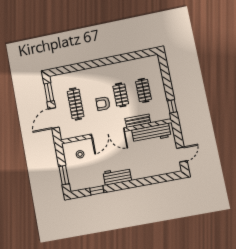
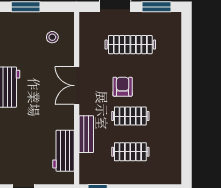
double door: (108, 133) -> (77, 86), width x0.73
workbench: (151, 133) -> (63, 151), width x0.73

